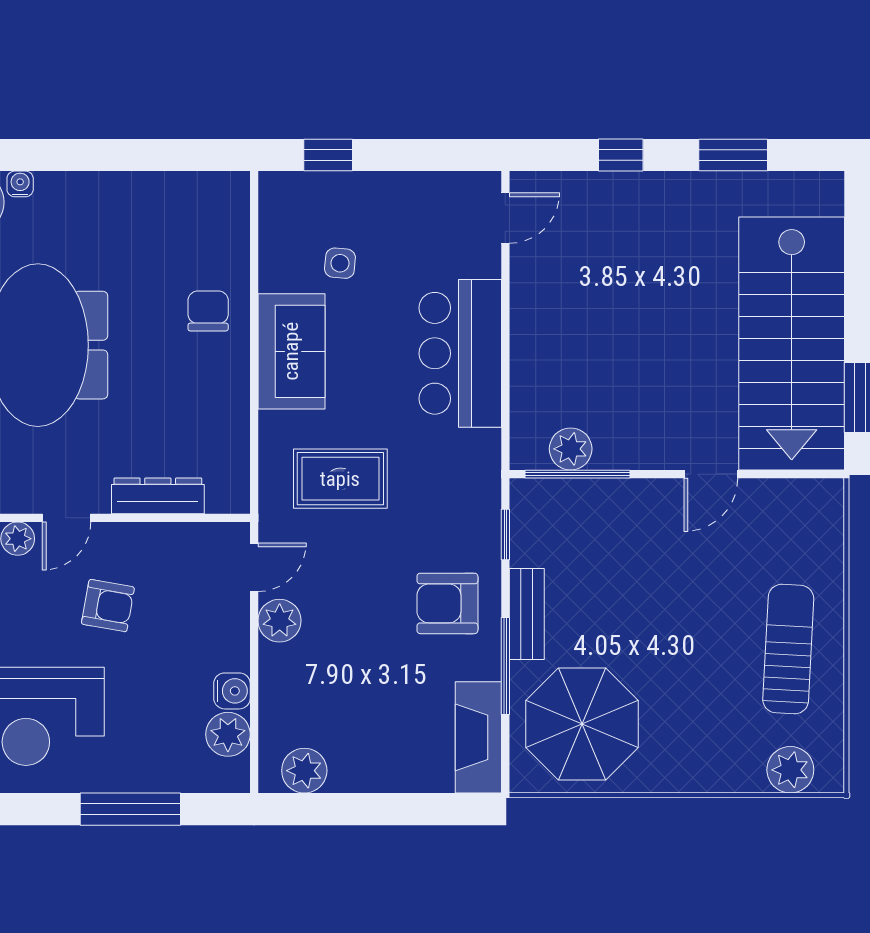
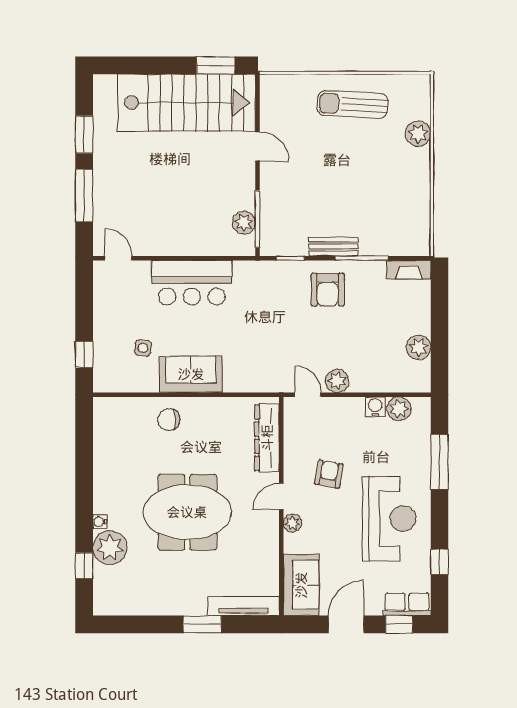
window: (621, 155) -> (84, 195), width x2.17
rug: (340, 479) -> (260, 348), removed
dresser: (158, 496) -> (267, 438), width x1.37, depth x1.24
door: (67, 518) -> (281, 497), swing flipped
parasol: (582, 724) -> (393, 217), removed
fireplace: (478, 737) -> (409, 270), width x0.73, depth x0.76
plant: (790, 770) -> (418, 134), moved
plant: (304, 771) -> (419, 347), moved

